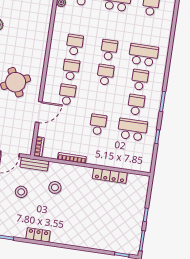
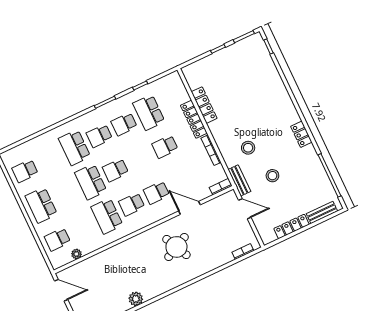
school desk: (75, 45) -> (107, 216), width x1.85
school desk: (109, 50) -> (91, 182), width x1.85
locker: (104, 161) -> (194, 119), added

